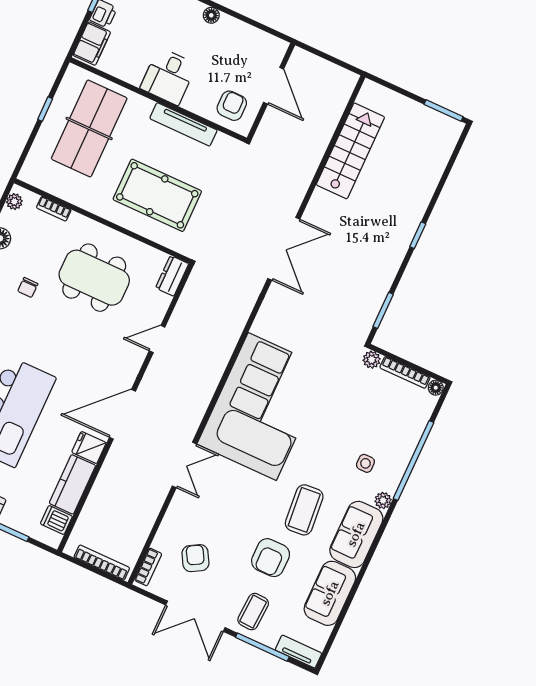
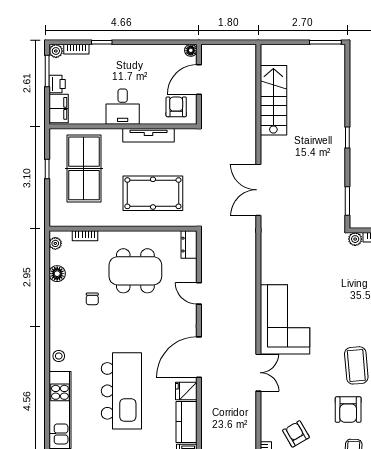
floor lamp: (211, 15) -> (191, 50), moved
door: (274, 86) -> (199, 80), swing flipped
double door: (284, 249) -> (258, 190), swing flipped
door: (157, 339) -> (199, 293), hinge flipped
corner sofa: (262, 407) -> (285, 319), width x0.73, depth x0.74

